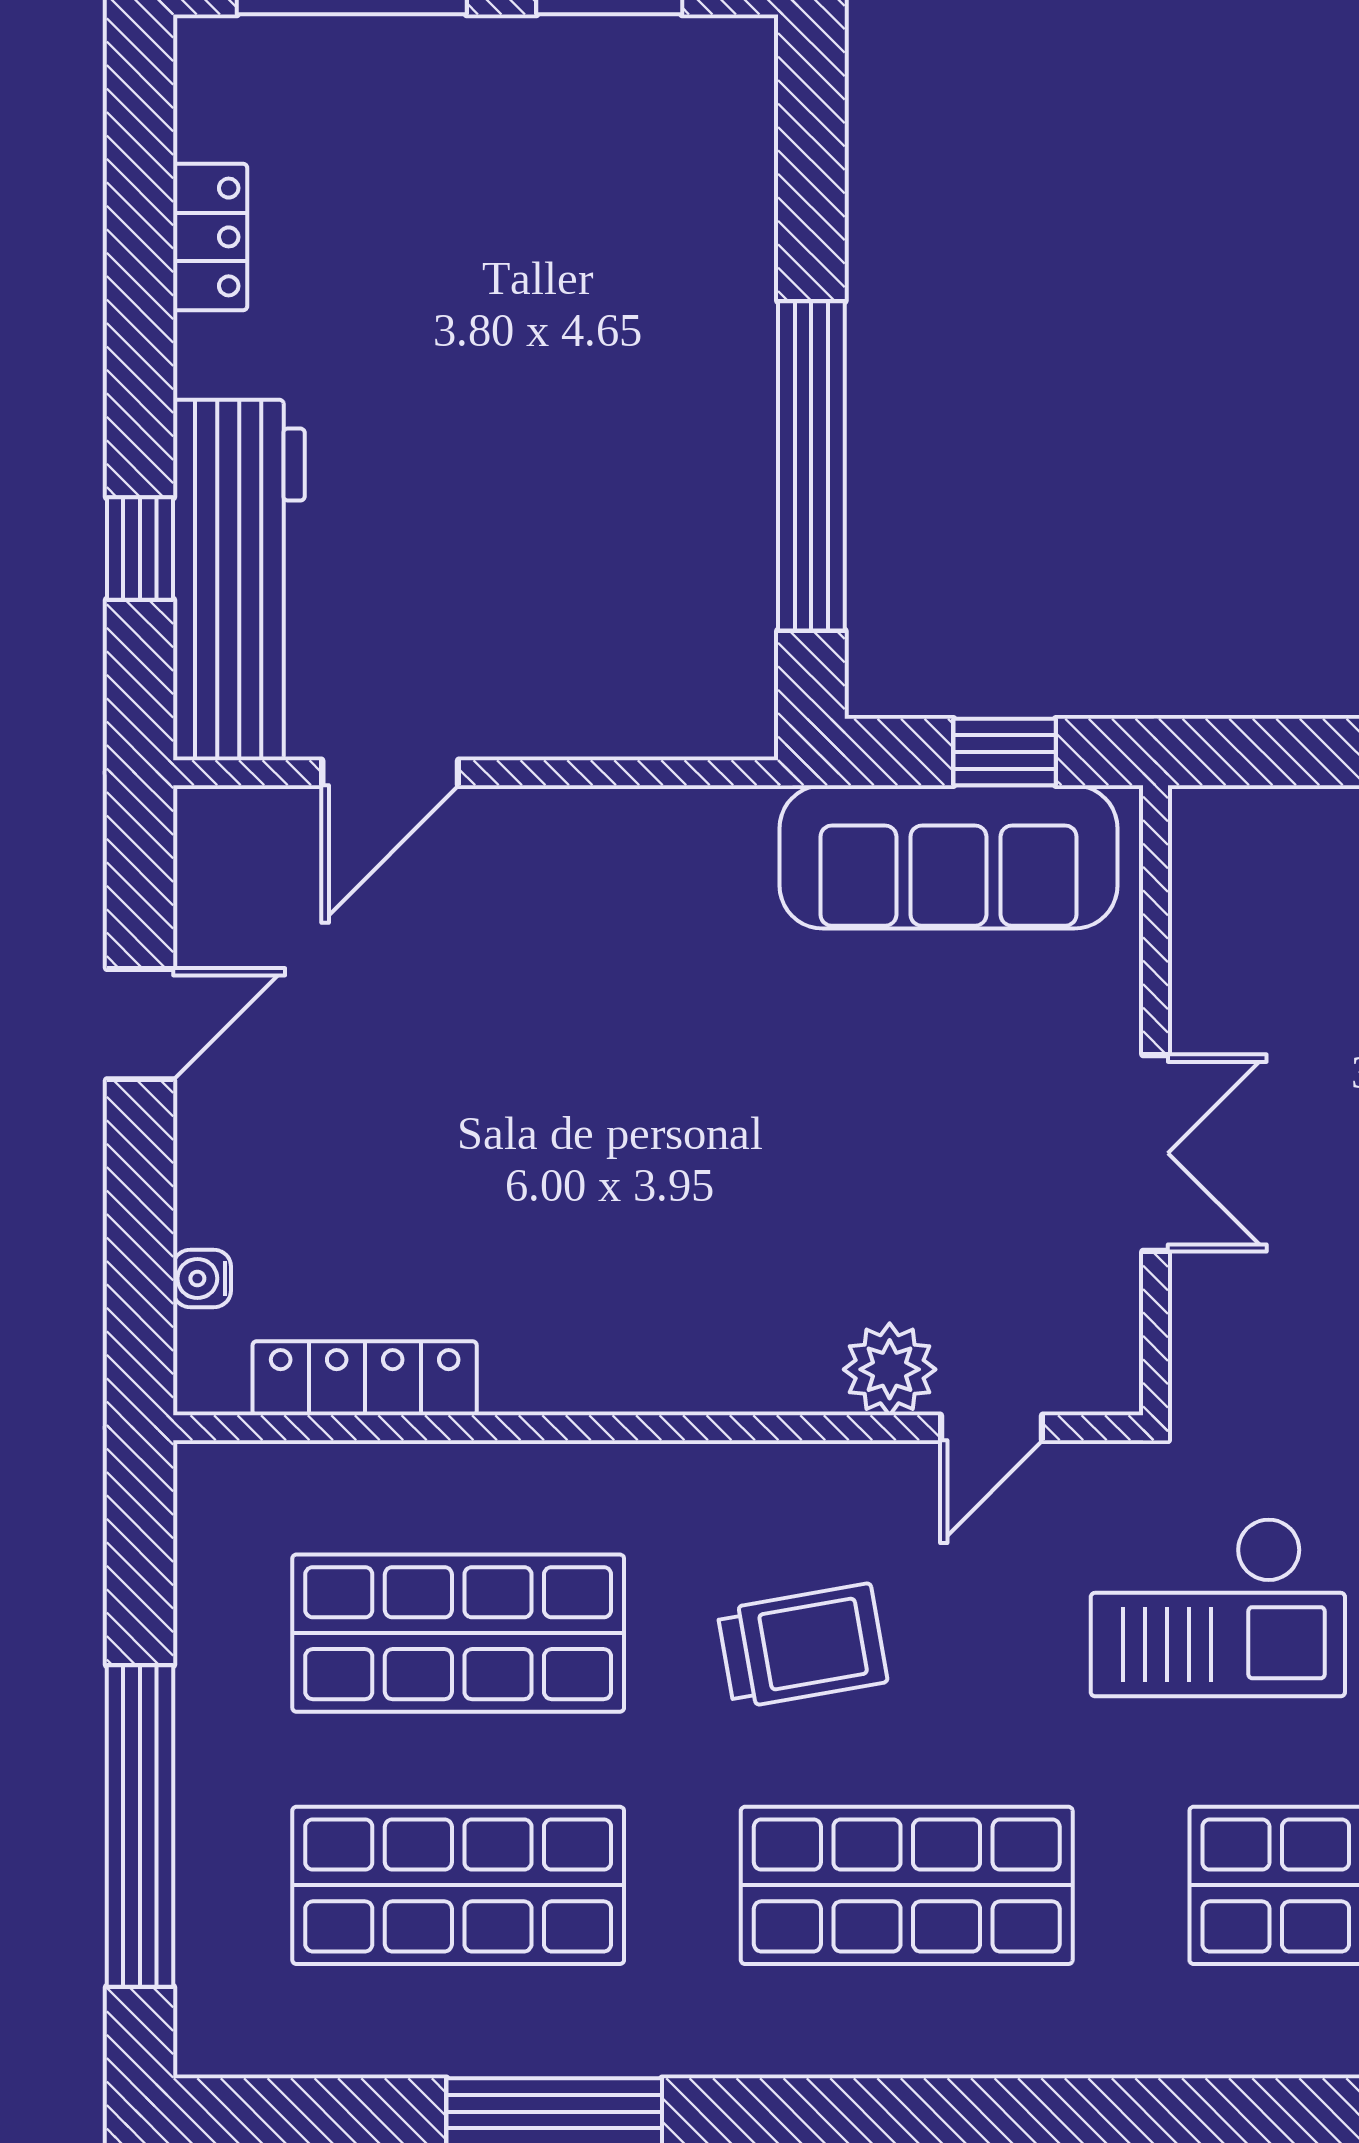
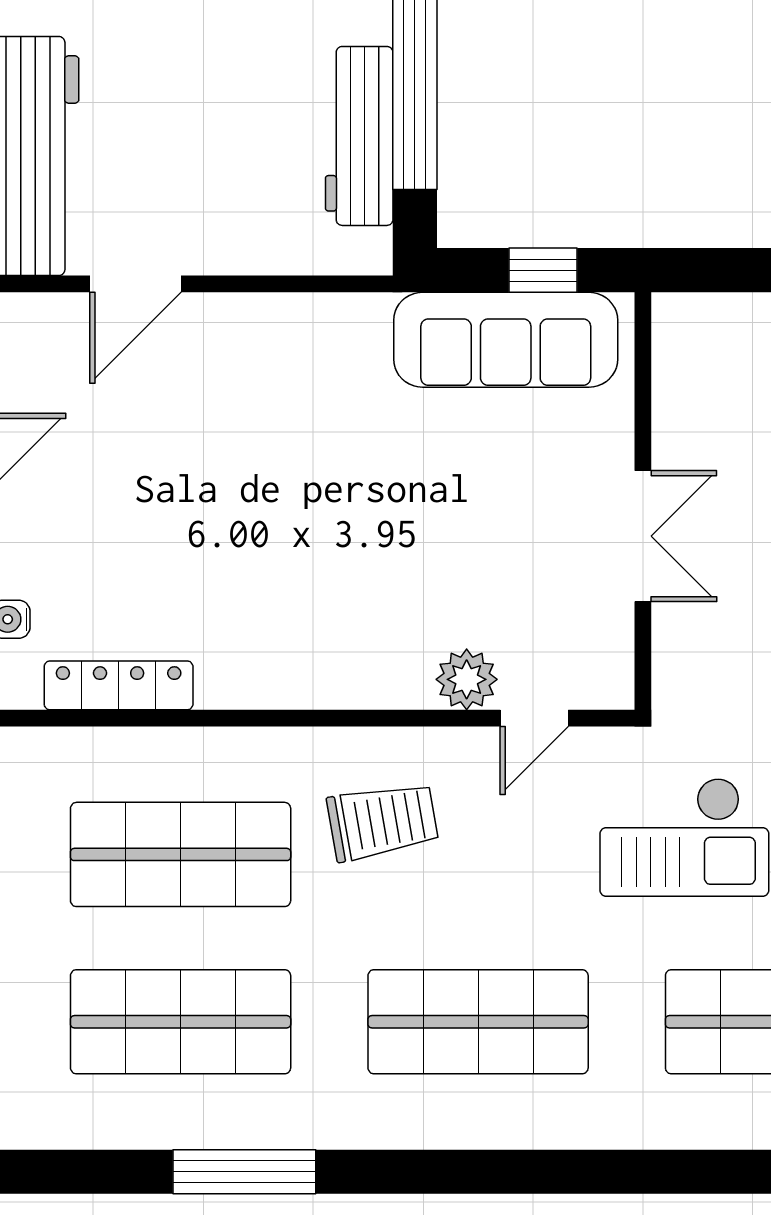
workbench: (727, 550) -> (359, 136), added
trolley: (802, 1646) -> (383, 821), moved

